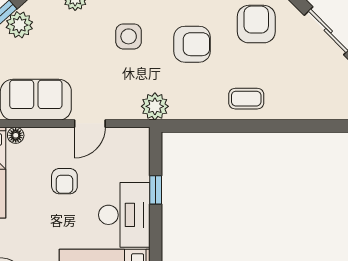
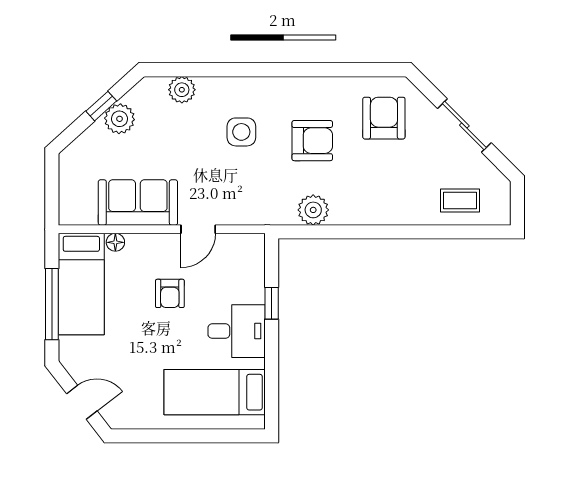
coffee table: (246, 99) -> (460, 200), moved
plant: (155, 106) -> (313, 210), moved
desk: (124, 215) -> (237, 331), width x0.73

